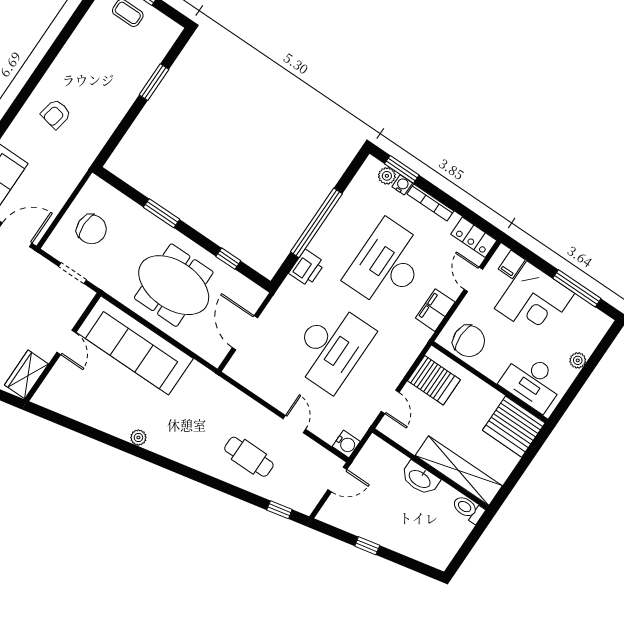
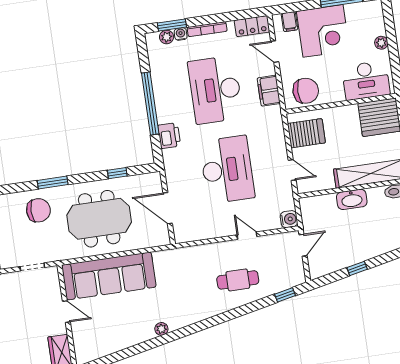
chair: (92, 229) -> (38, 210), moved

